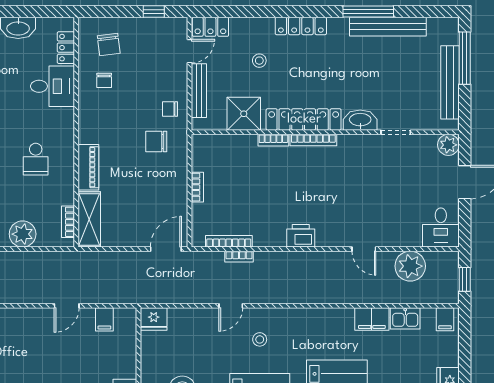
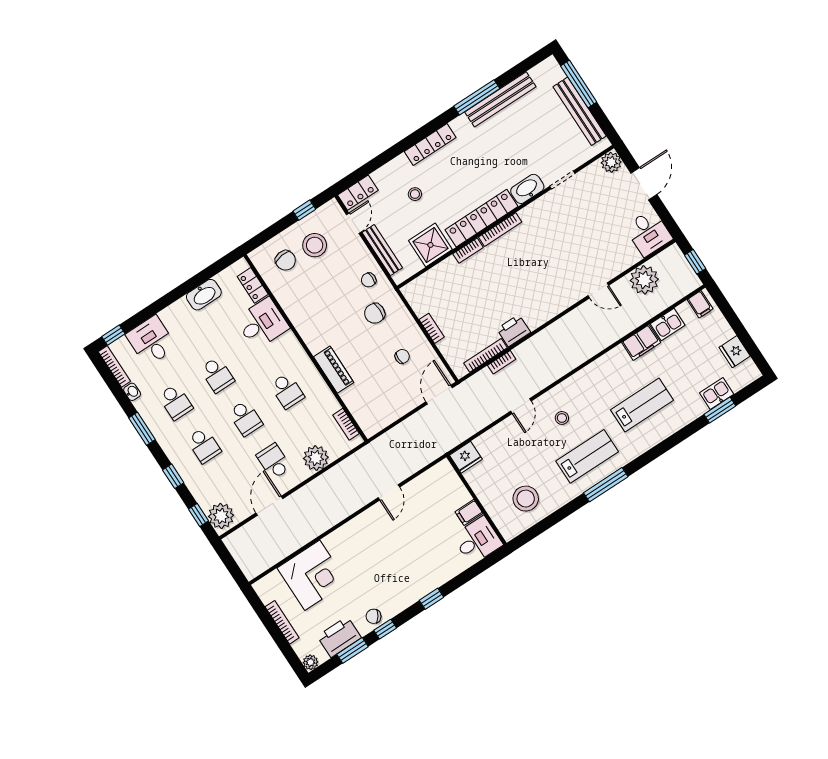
stool: (143, 48) -> (315, 245), added
chair: (104, 80) -> (402, 356), moved, turned -90
shelving: (89, 219) -> (362, 411), removed
printer: (301, 236) -> (514, 331), moved
filing cabinet: (104, 319) -> (469, 512), moved, turned 90

